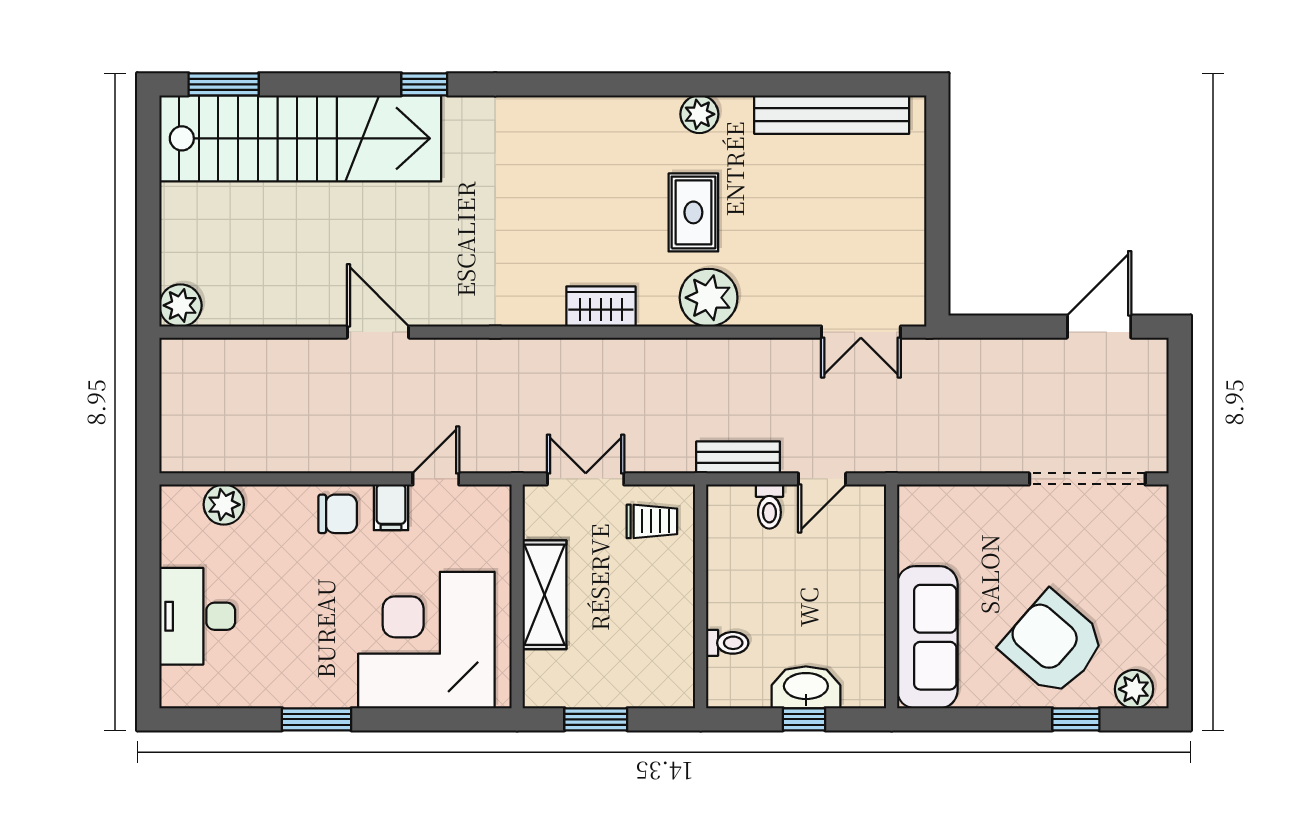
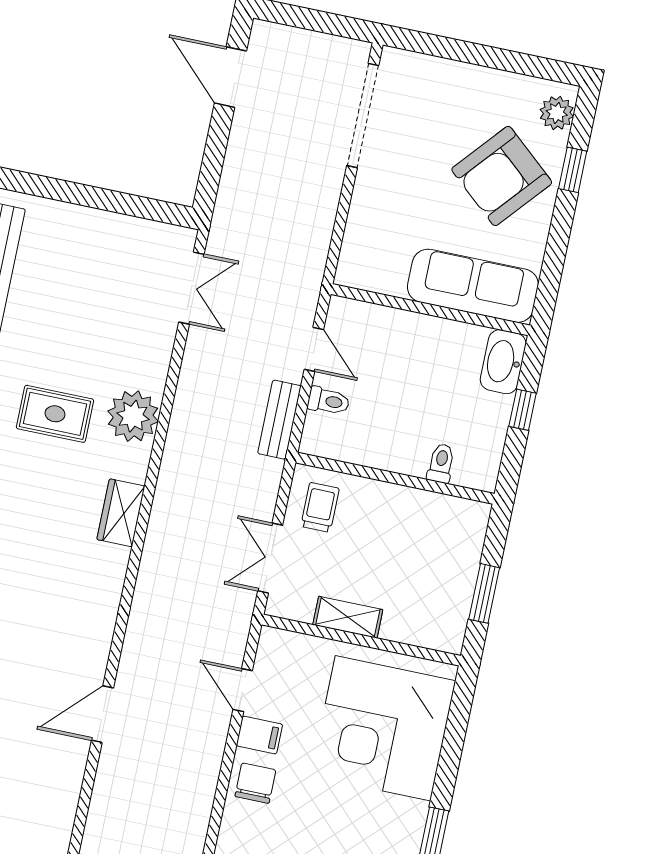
shelving: (544, 595) -> (348, 617), width x0.67, depth x0.75
washbasin: (806, 687) -> (503, 362), moved

